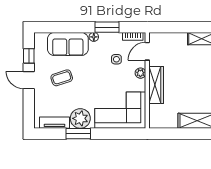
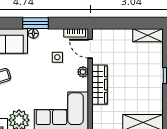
window: (107, 27) -> (35, 23), moved
door: (147, 51) -> (90, 49), hinge flipped

